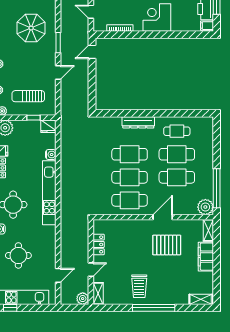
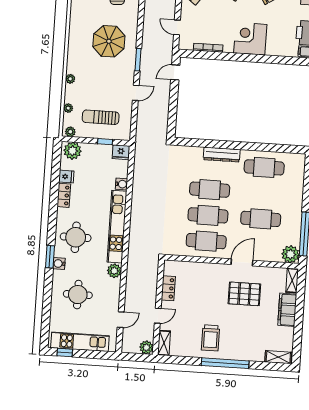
cafe table: (177, 131) -> (264, 167), width x1.37, depth x1.35
cafe table: (177, 154) -> (262, 193), removed
plant: (50, 232) -> (114, 271), added

